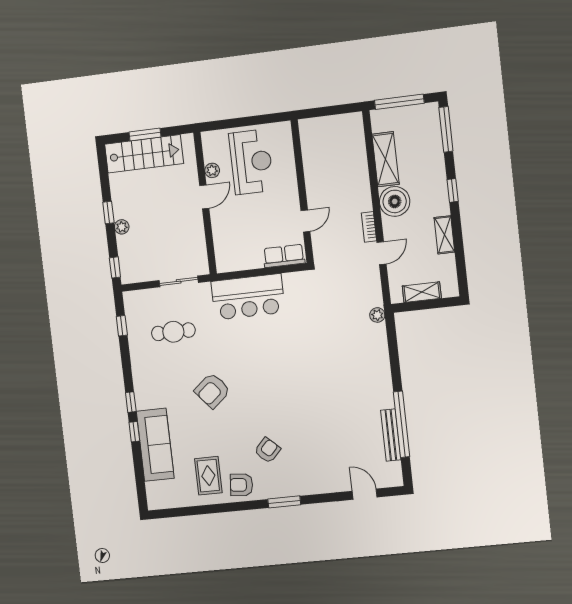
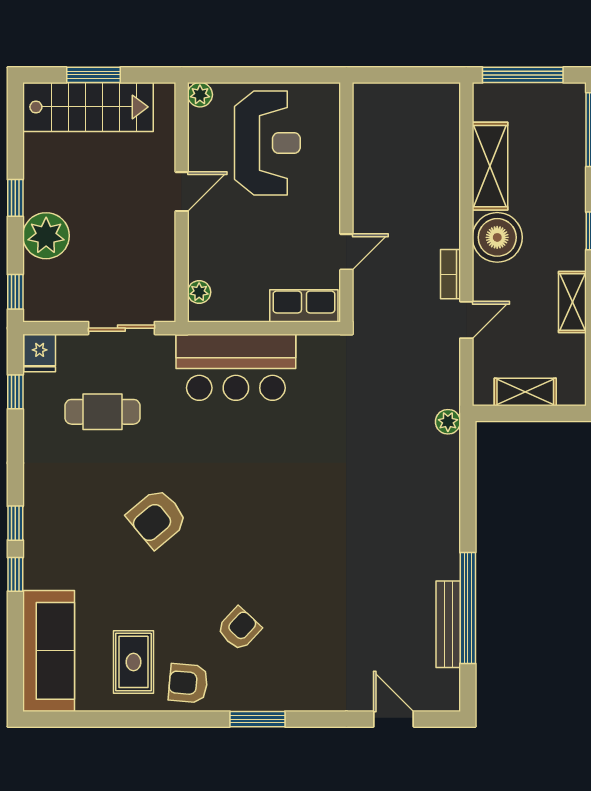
plant: (212, 170) -> (200, 95), moved
plant: (122, 227) -> (46, 236), width x1.88, depth x1.88
plant: (221, 255) -> (199, 292), added
fridge: (133, 301) -> (40, 353), added
sofa: (155, 445) -> (49, 651), moved

